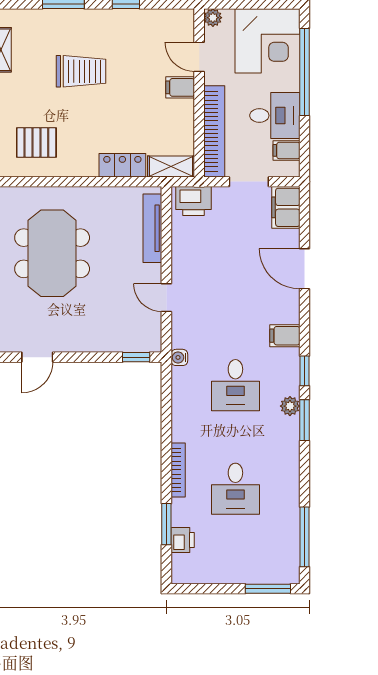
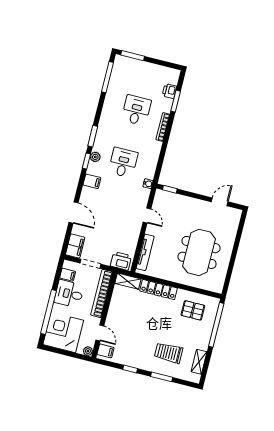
trolley: (81, 71) -> (169, 353), moved
filing cabinet: (180, 87) -> (105, 351), moved
locker: (122, 165) -> (159, 290), width x1.53
plant: (290, 406) -> (95, 157), moved

